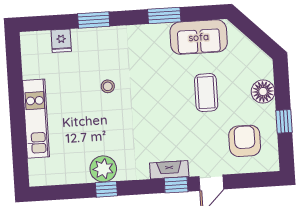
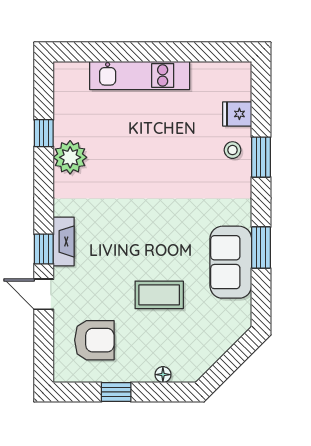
sofa: (199, 37) -> (231, 262), moved
stool: (108, 86) -> (233, 150), moved
floor lamp: (263, 92) -> (163, 375), width x0.53, depth x0.53
window: (106, 189) -> (44, 133), moved

